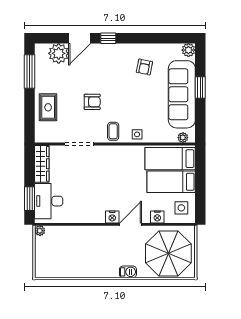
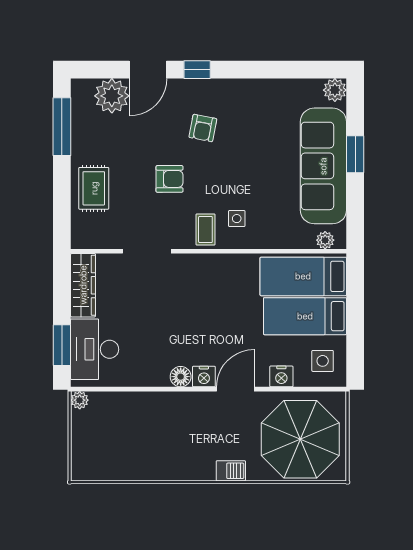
armchair: (144, 67) -> (203, 128), moved
side table: (137, 134) -> (237, 219), moved
floor lamp: (99, 217) -> (181, 377), added

